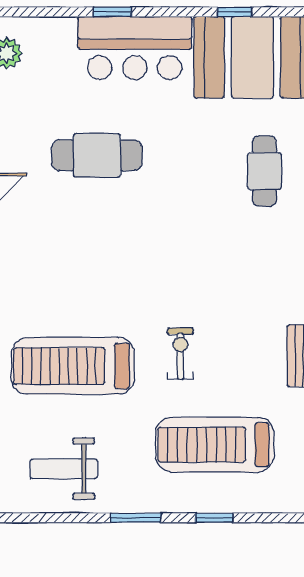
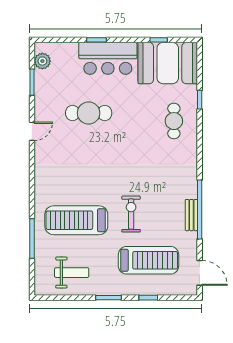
exercise bike: (180, 354) -> (131, 214), width x1.38, depth x1.39
treadmill: (215, 445) -> (149, 260), turned 180
weight bench: (64, 469) -> (72, 273), turned 180

